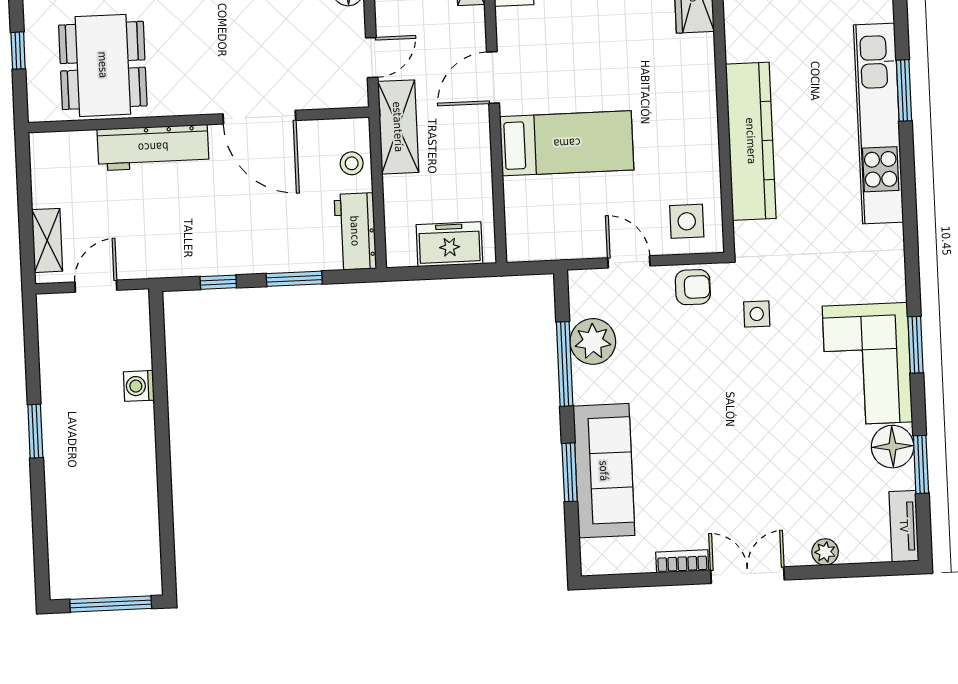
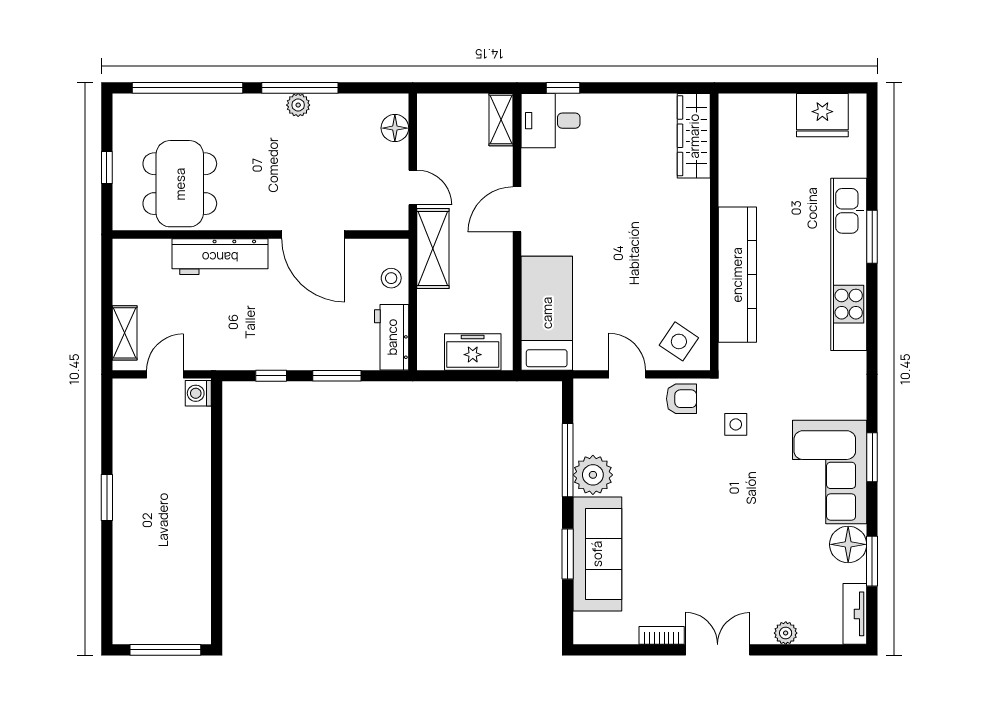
door: (372, 58) -> (413, 187), hinge flipped
bed: (567, 143) -> (547, 313), moved, turned -90
side table: (687, 221) -> (679, 341), turned 34
plant: (593, 341) -> (593, 475), moved
washing machine: (139, 386) -> (198, 393), moved

